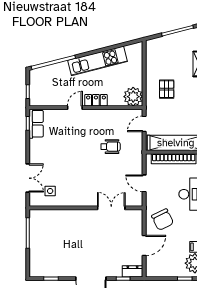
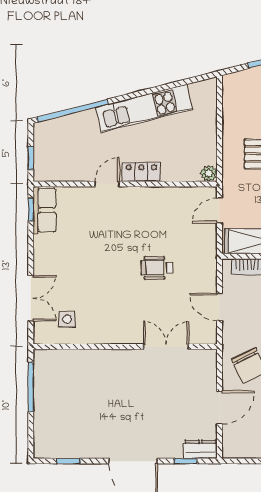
plant: (133, 97) -> (209, 173), width x0.53, depth x0.53
wheelchair: (111, 147) -> (157, 268), moved, turned 180

